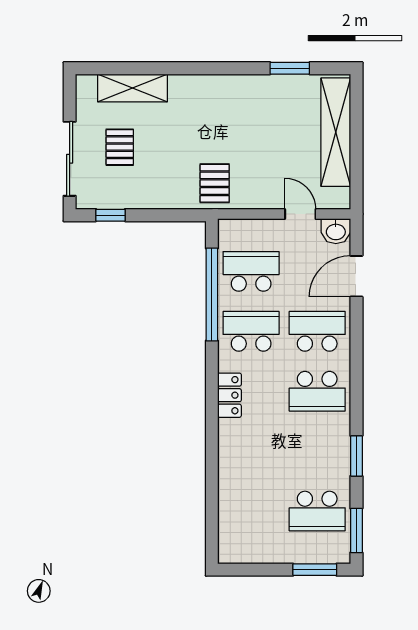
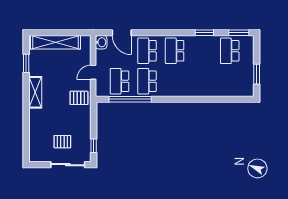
shelving: (133, 88) -> (35, 92), moved
door: (300, 214) -> (93, 72), moved
school desk: (317, 391) -> (175, 51), turned 180
locker: (229, 395) -> (176, 91), removed
school desk: (317, 511) -> (230, 51), turned 180
window: (315, 570) -> (257, 74), moved

